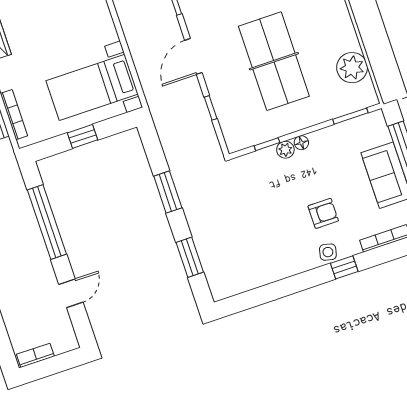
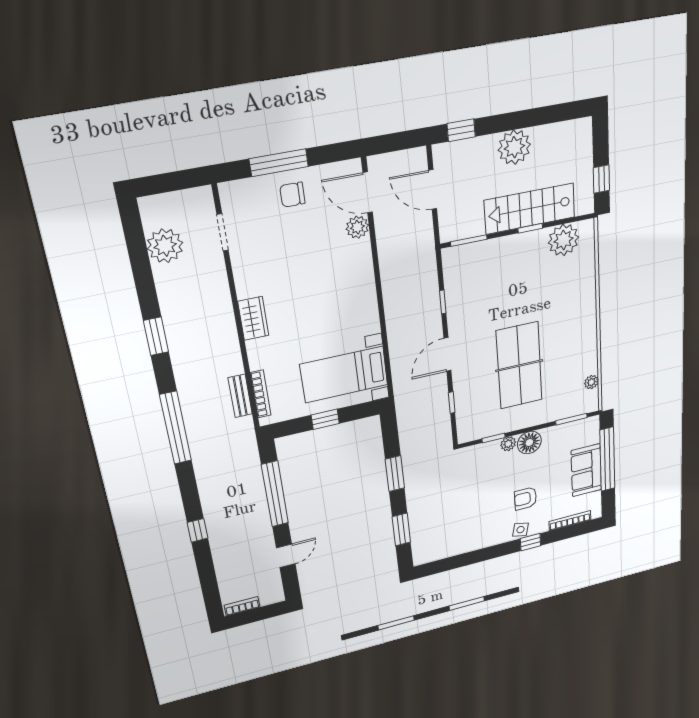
plant: (352, 68) -> (591, 382), width x0.53, depth x0.53
floor lamp: (301, 143) -> (529, 443), width x1.89, depth x1.89
armchair: (323, 213) -> (525, 498), turned 180

